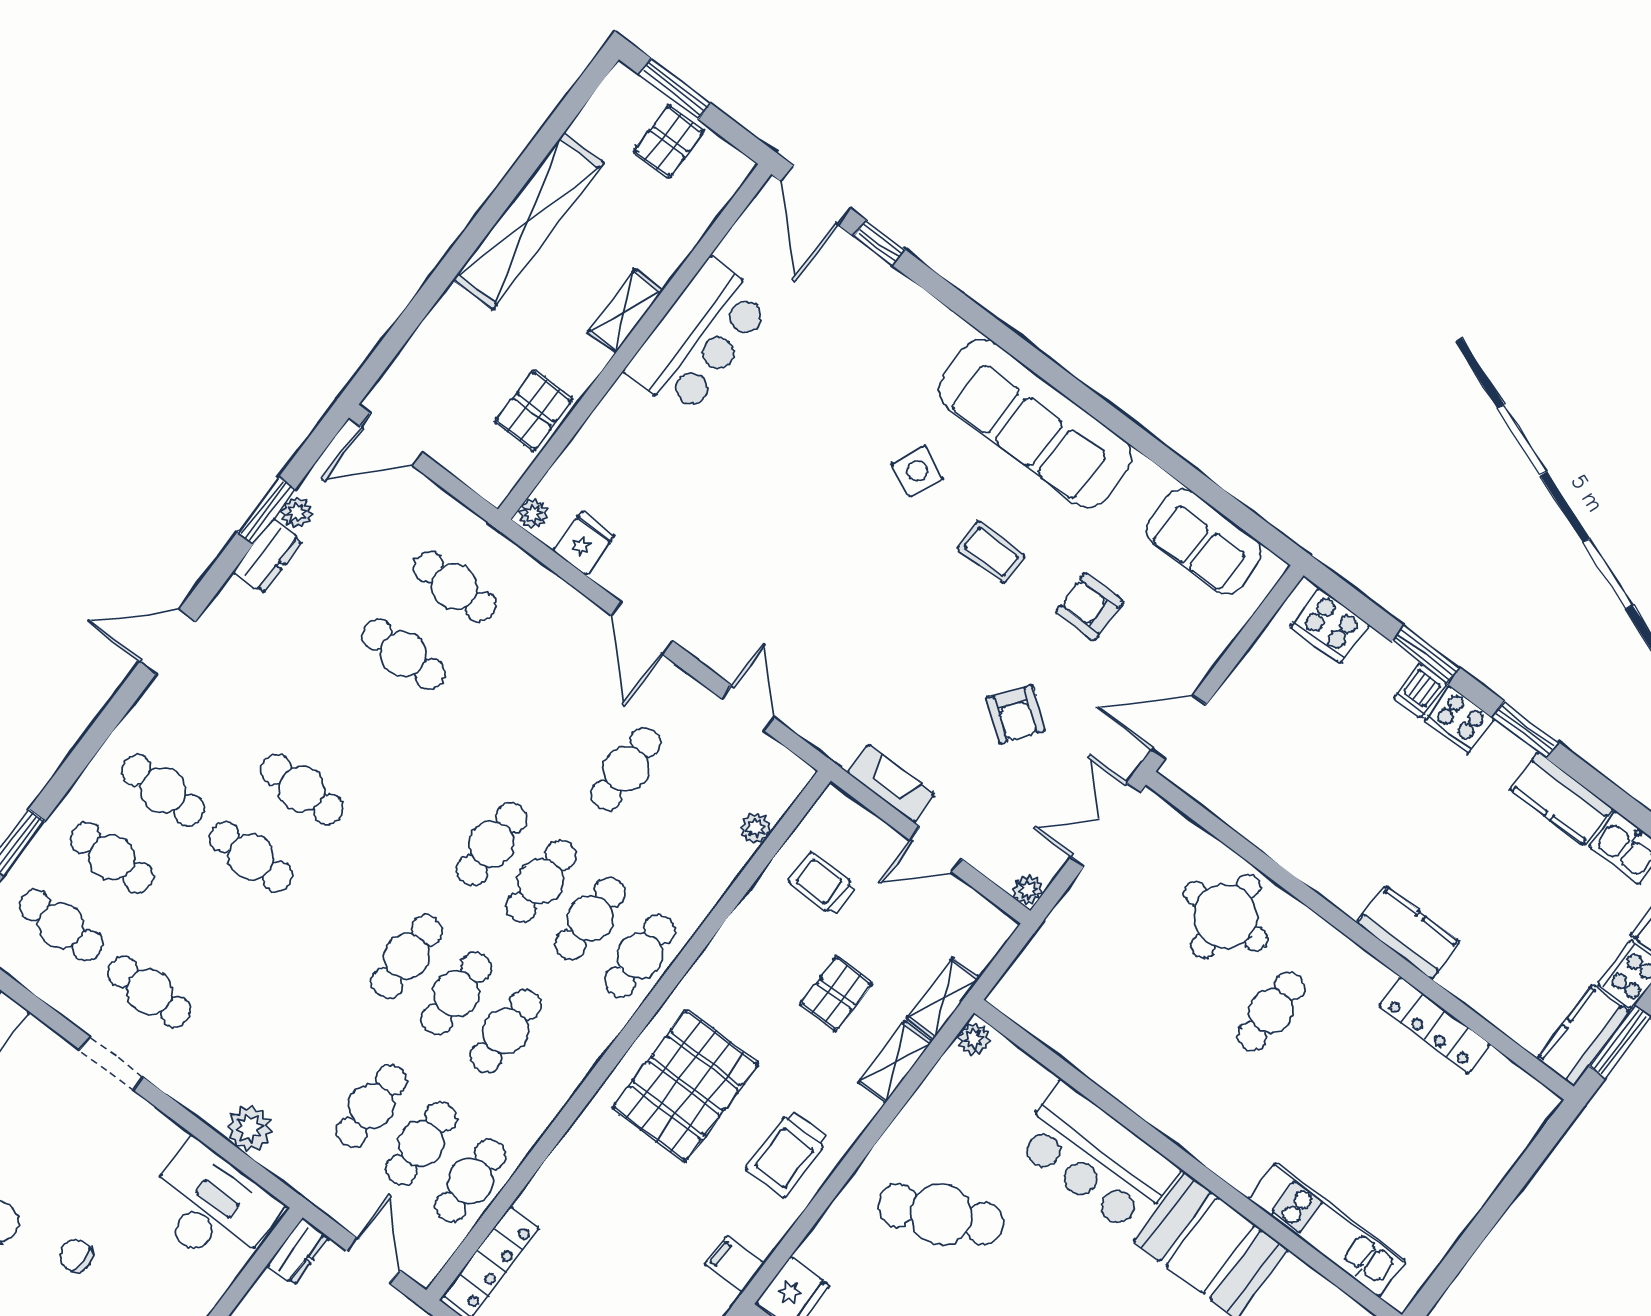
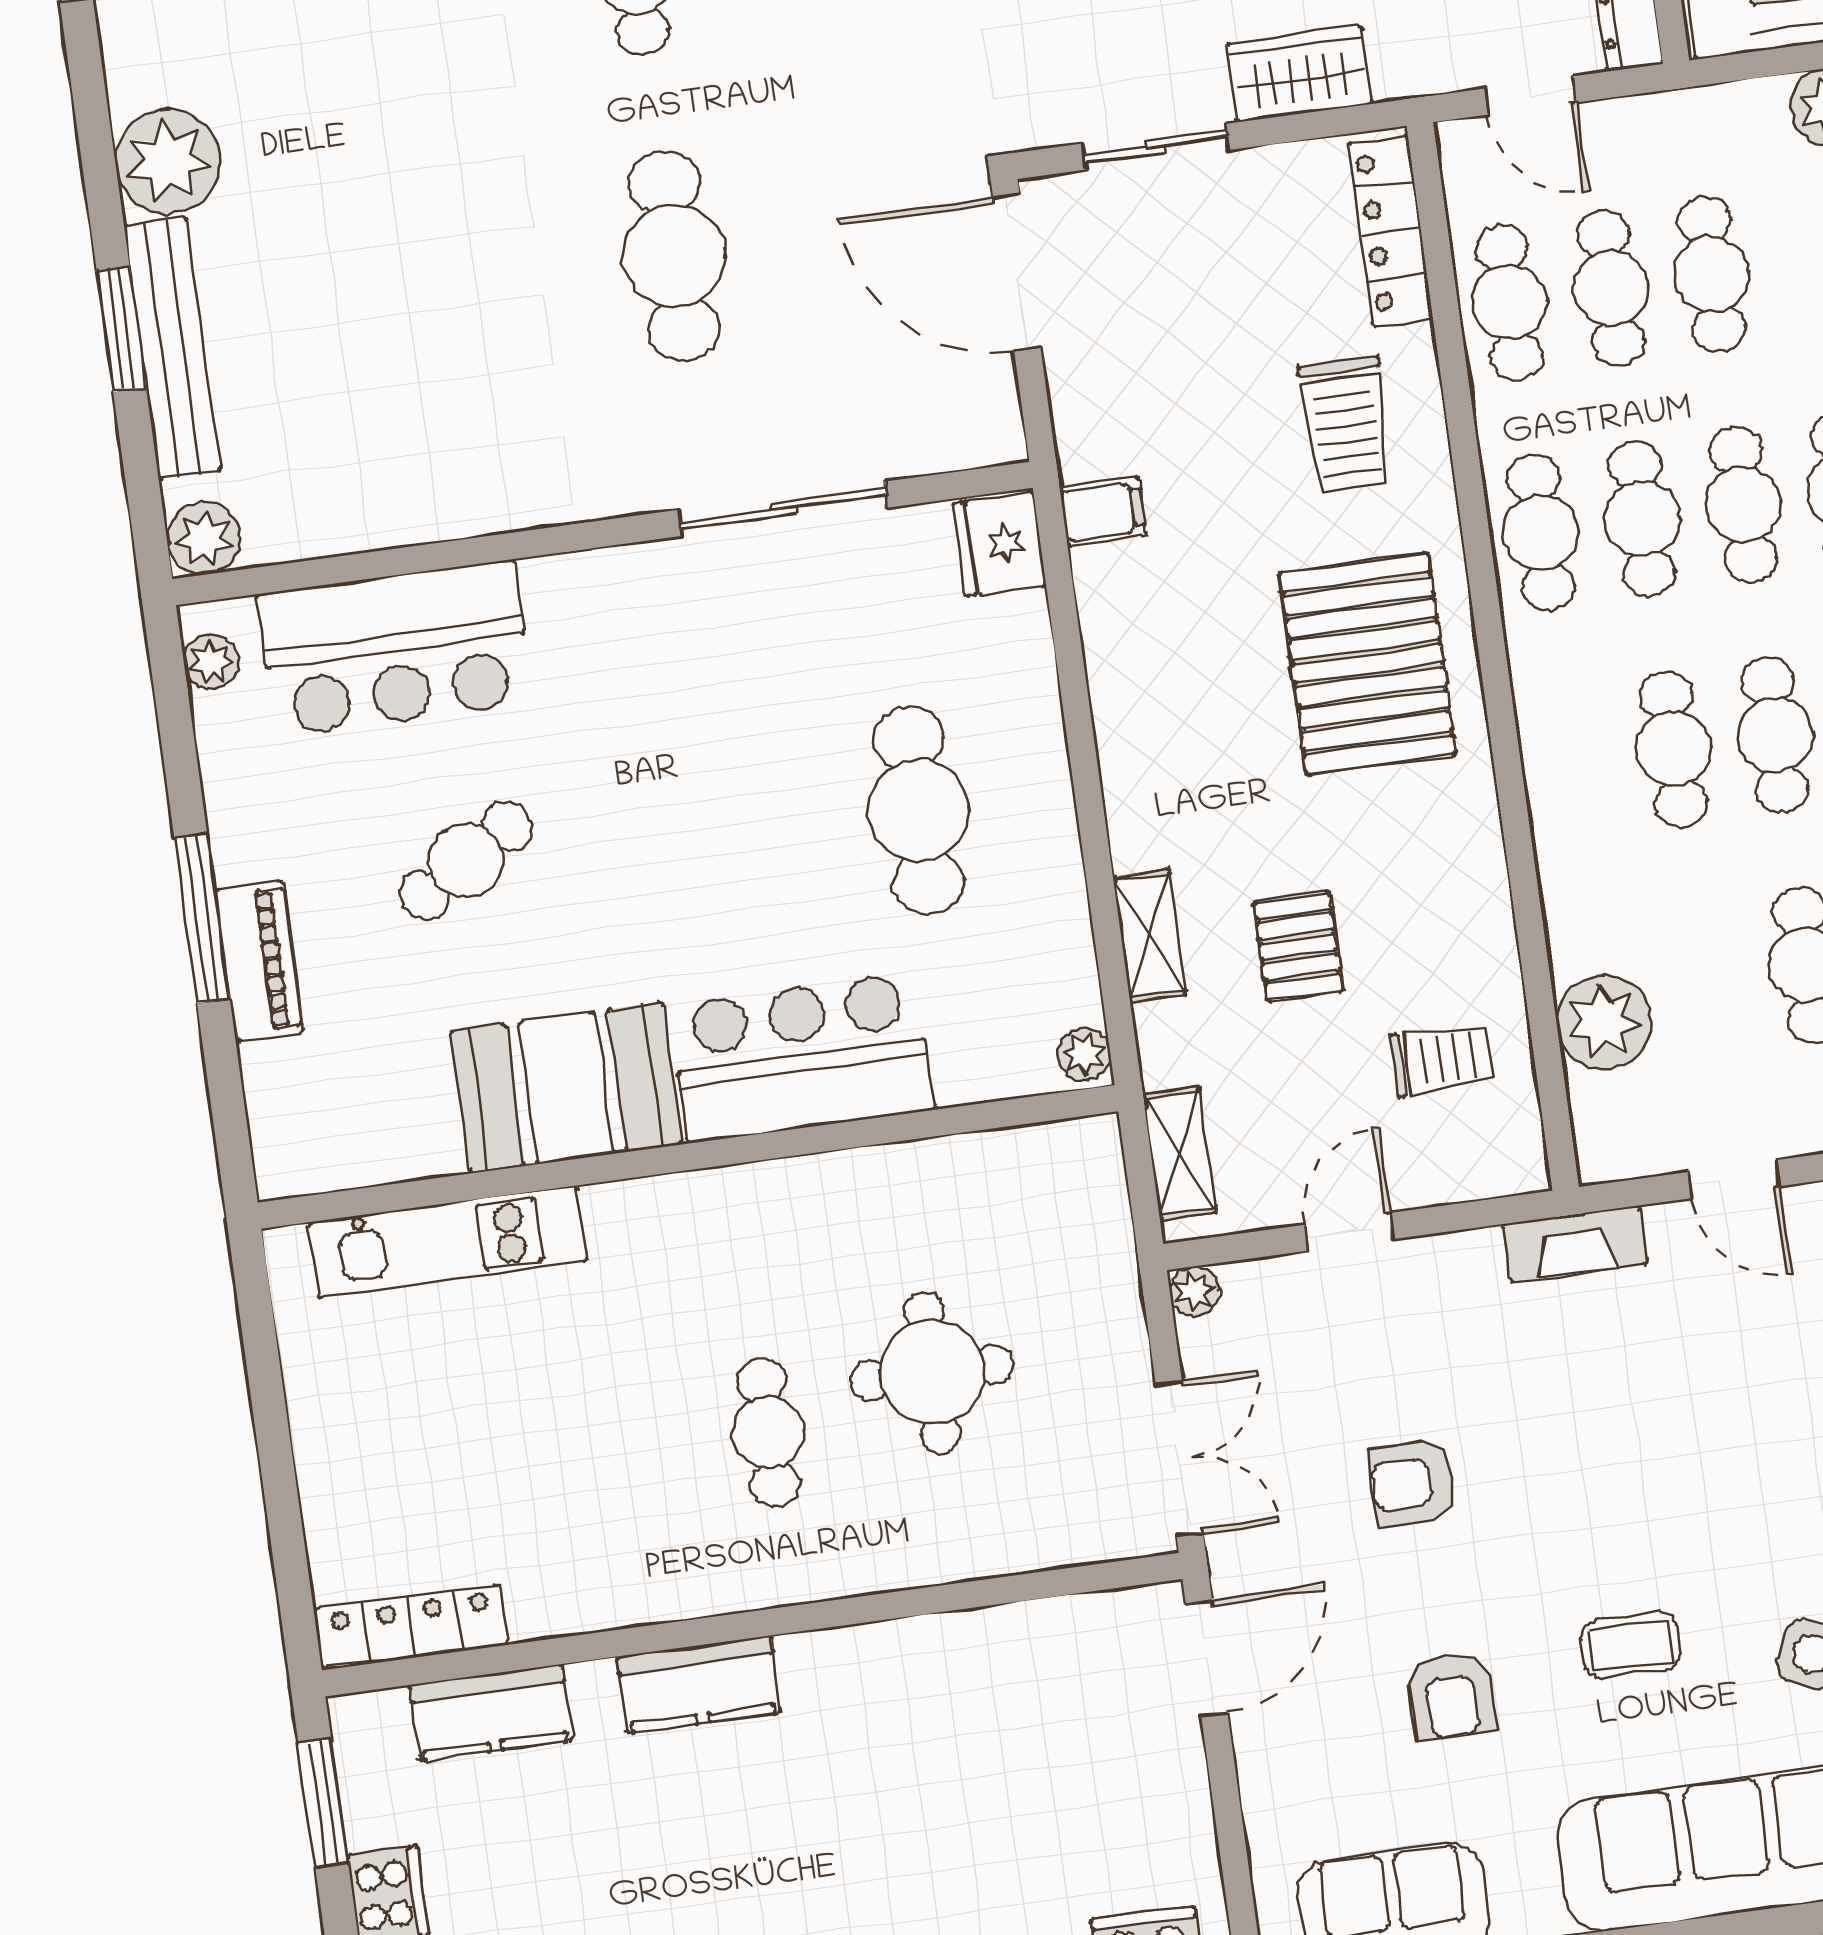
armchair: (1090, 607) -> (1451, 1696), turned 90
armchair: (1016, 714) -> (1413, 1483), turned -37
fireplace: (891, 784) -> (1575, 1244), moved
plant: (756, 828) -> (1604, 1022), width x1.87, depth x1.87
round table: (1226, 916) -> (932, 1372), moved
cafe table: (640, 956) -> (1541, 532), moved
shelving: (943, 998) -> (1179, 1154), moved
locker: (1434, 1025) -> (412, 1627), moved
kitchen counter: (1583, 1035) -> (491, 1713), moved, turned 90
trolley: (788, 1153) -> (1346, 424), moved, turned 180
cafe table: (941, 1214) -> (918, 810), turned -65

